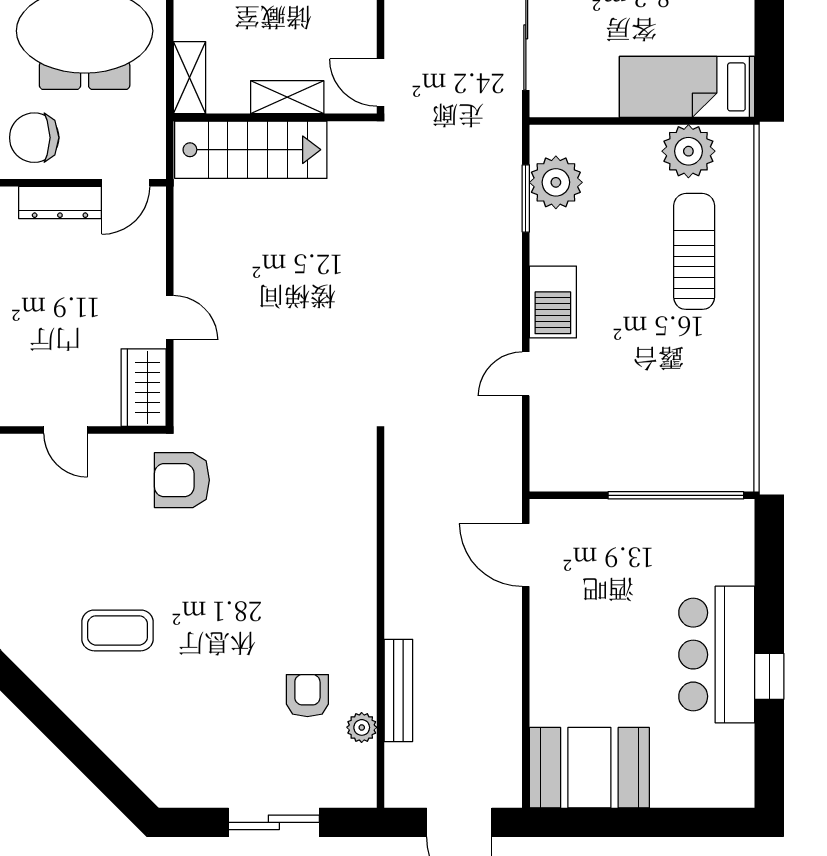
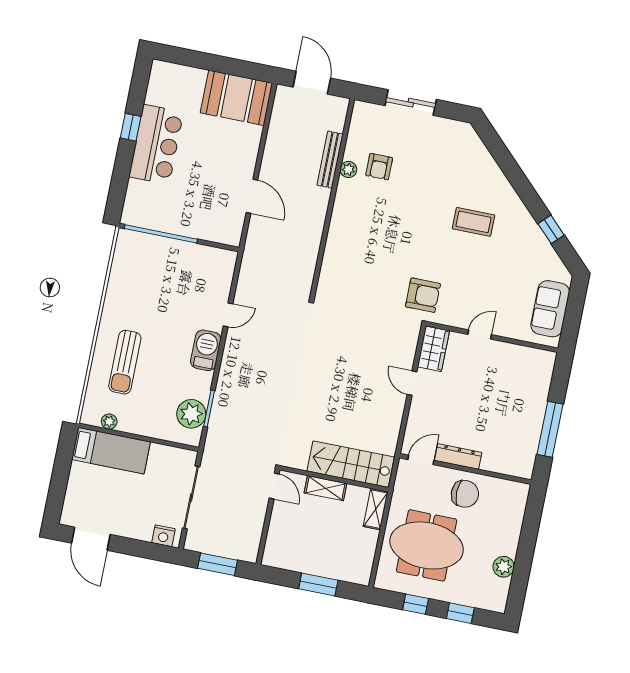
plant: (688, 151) -> (109, 421), width x0.53, depth x0.53
door: (66, 430) -> (480, 334), hinge flipped
door: (526, 555) -> (252, 196), moved
plant: (362, 727) -> (348, 169), moved

